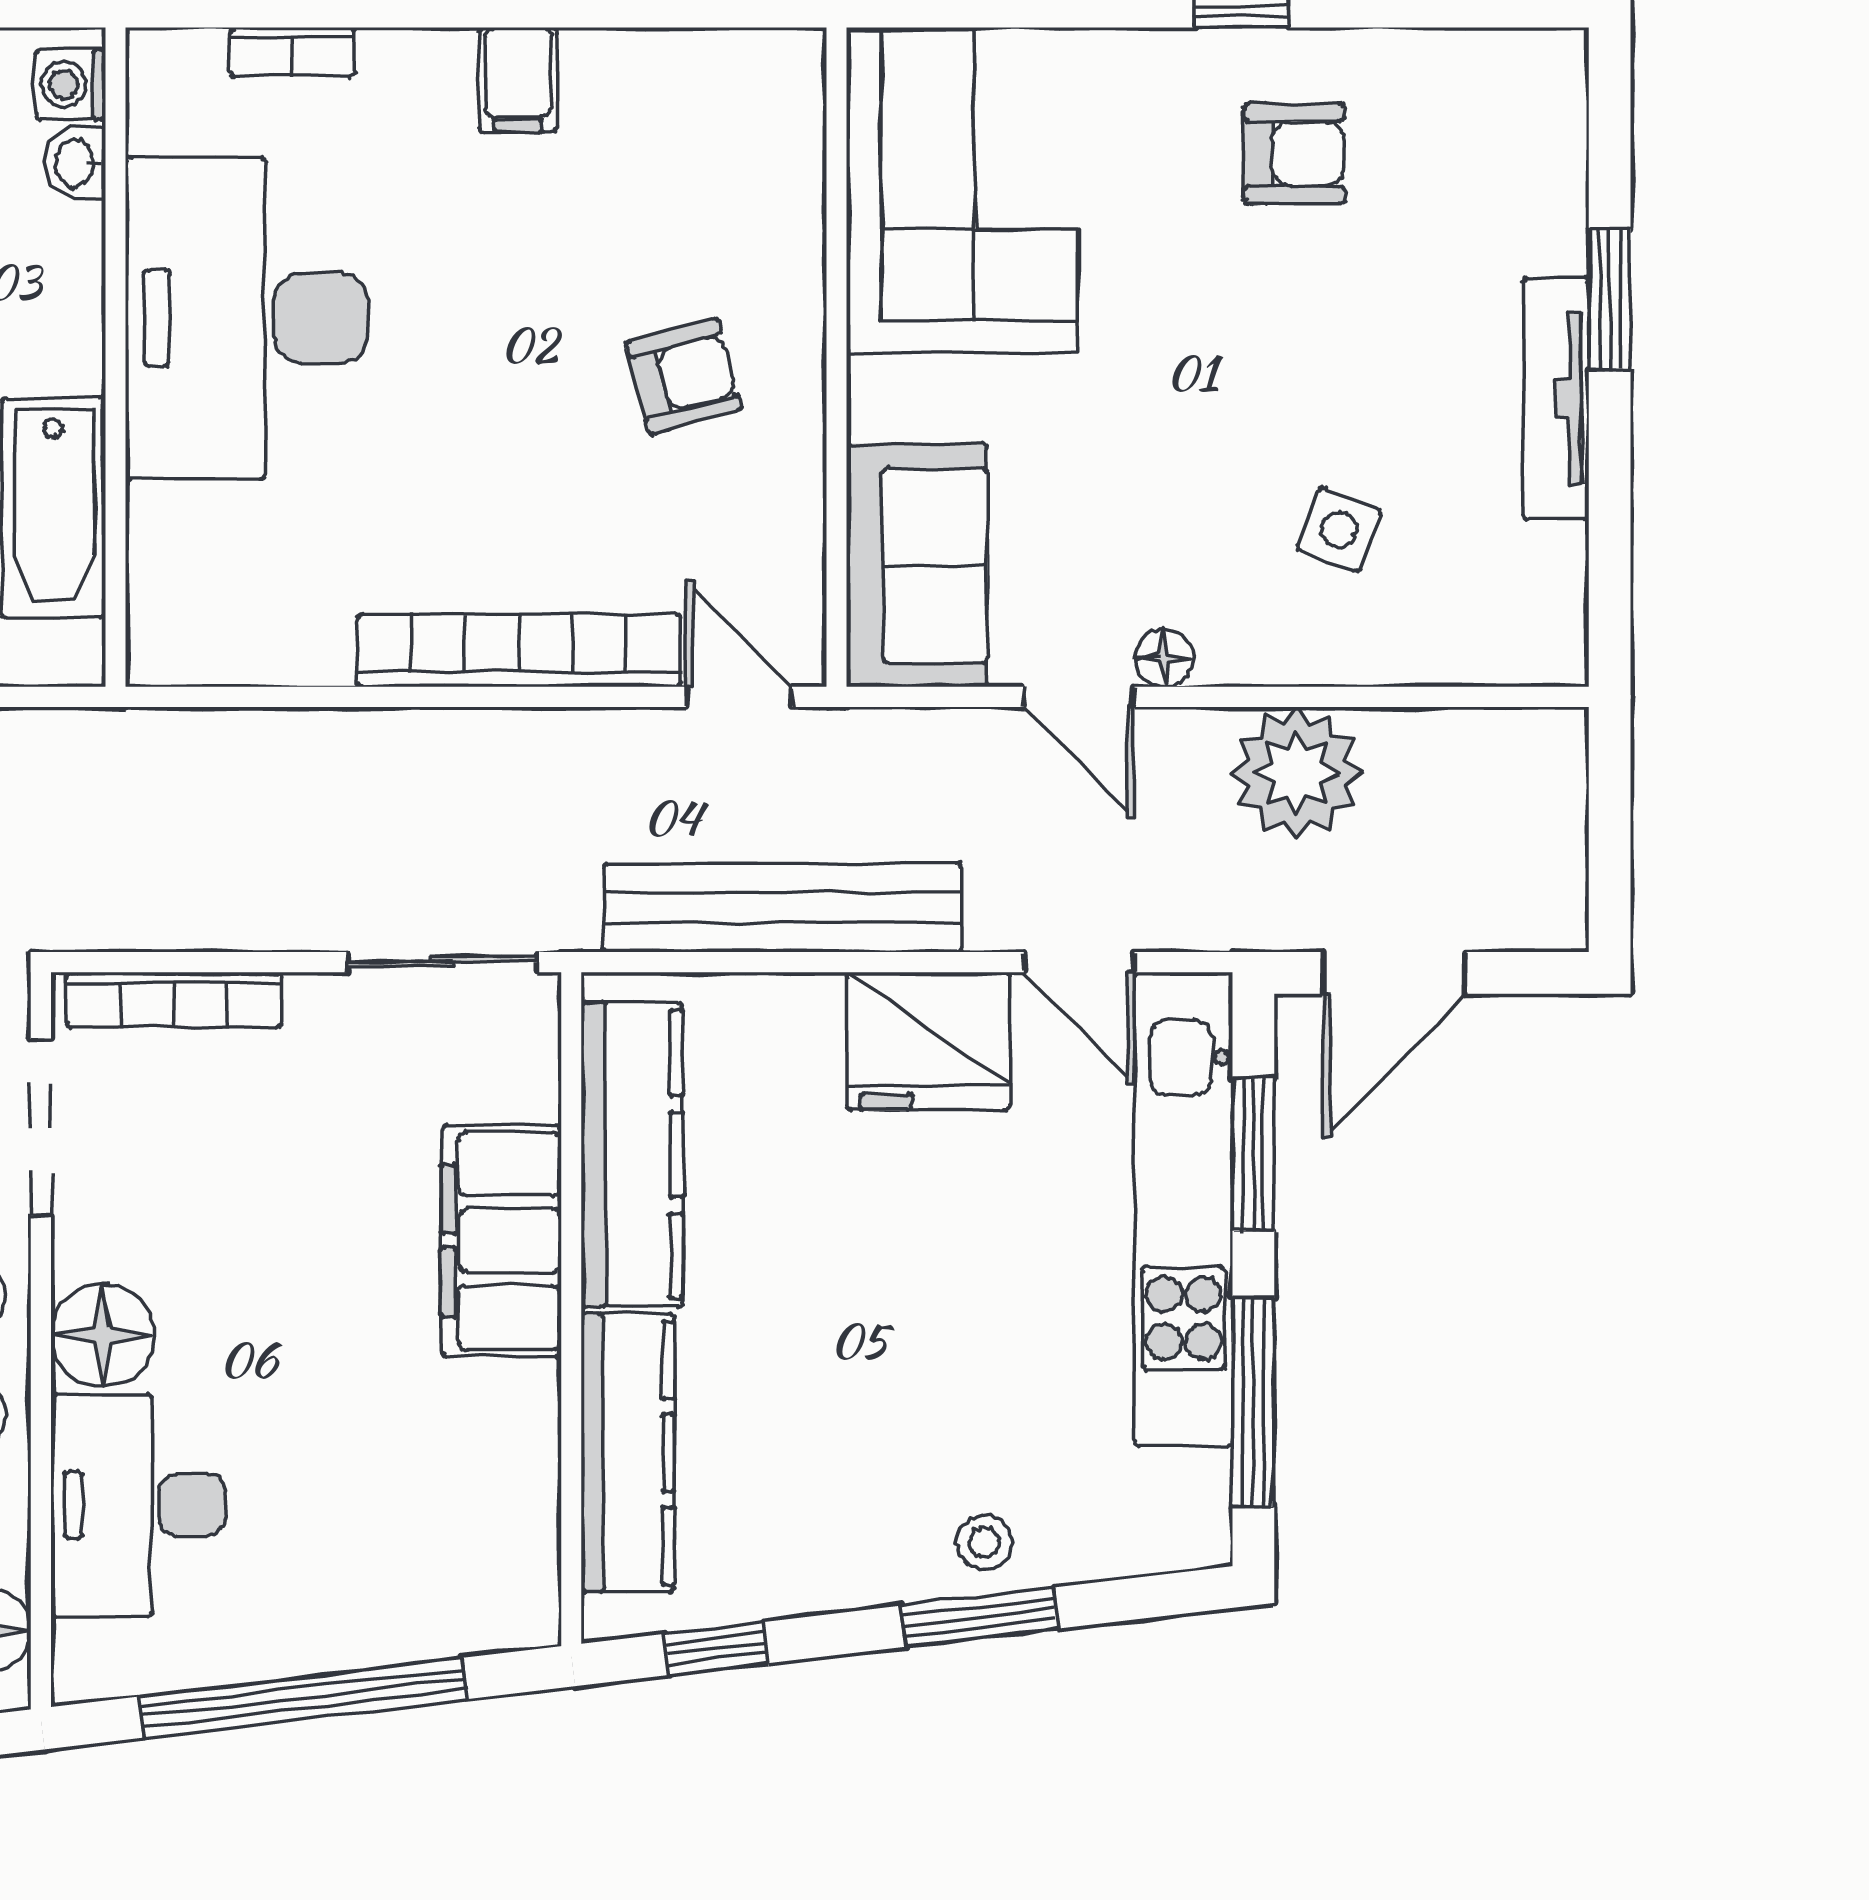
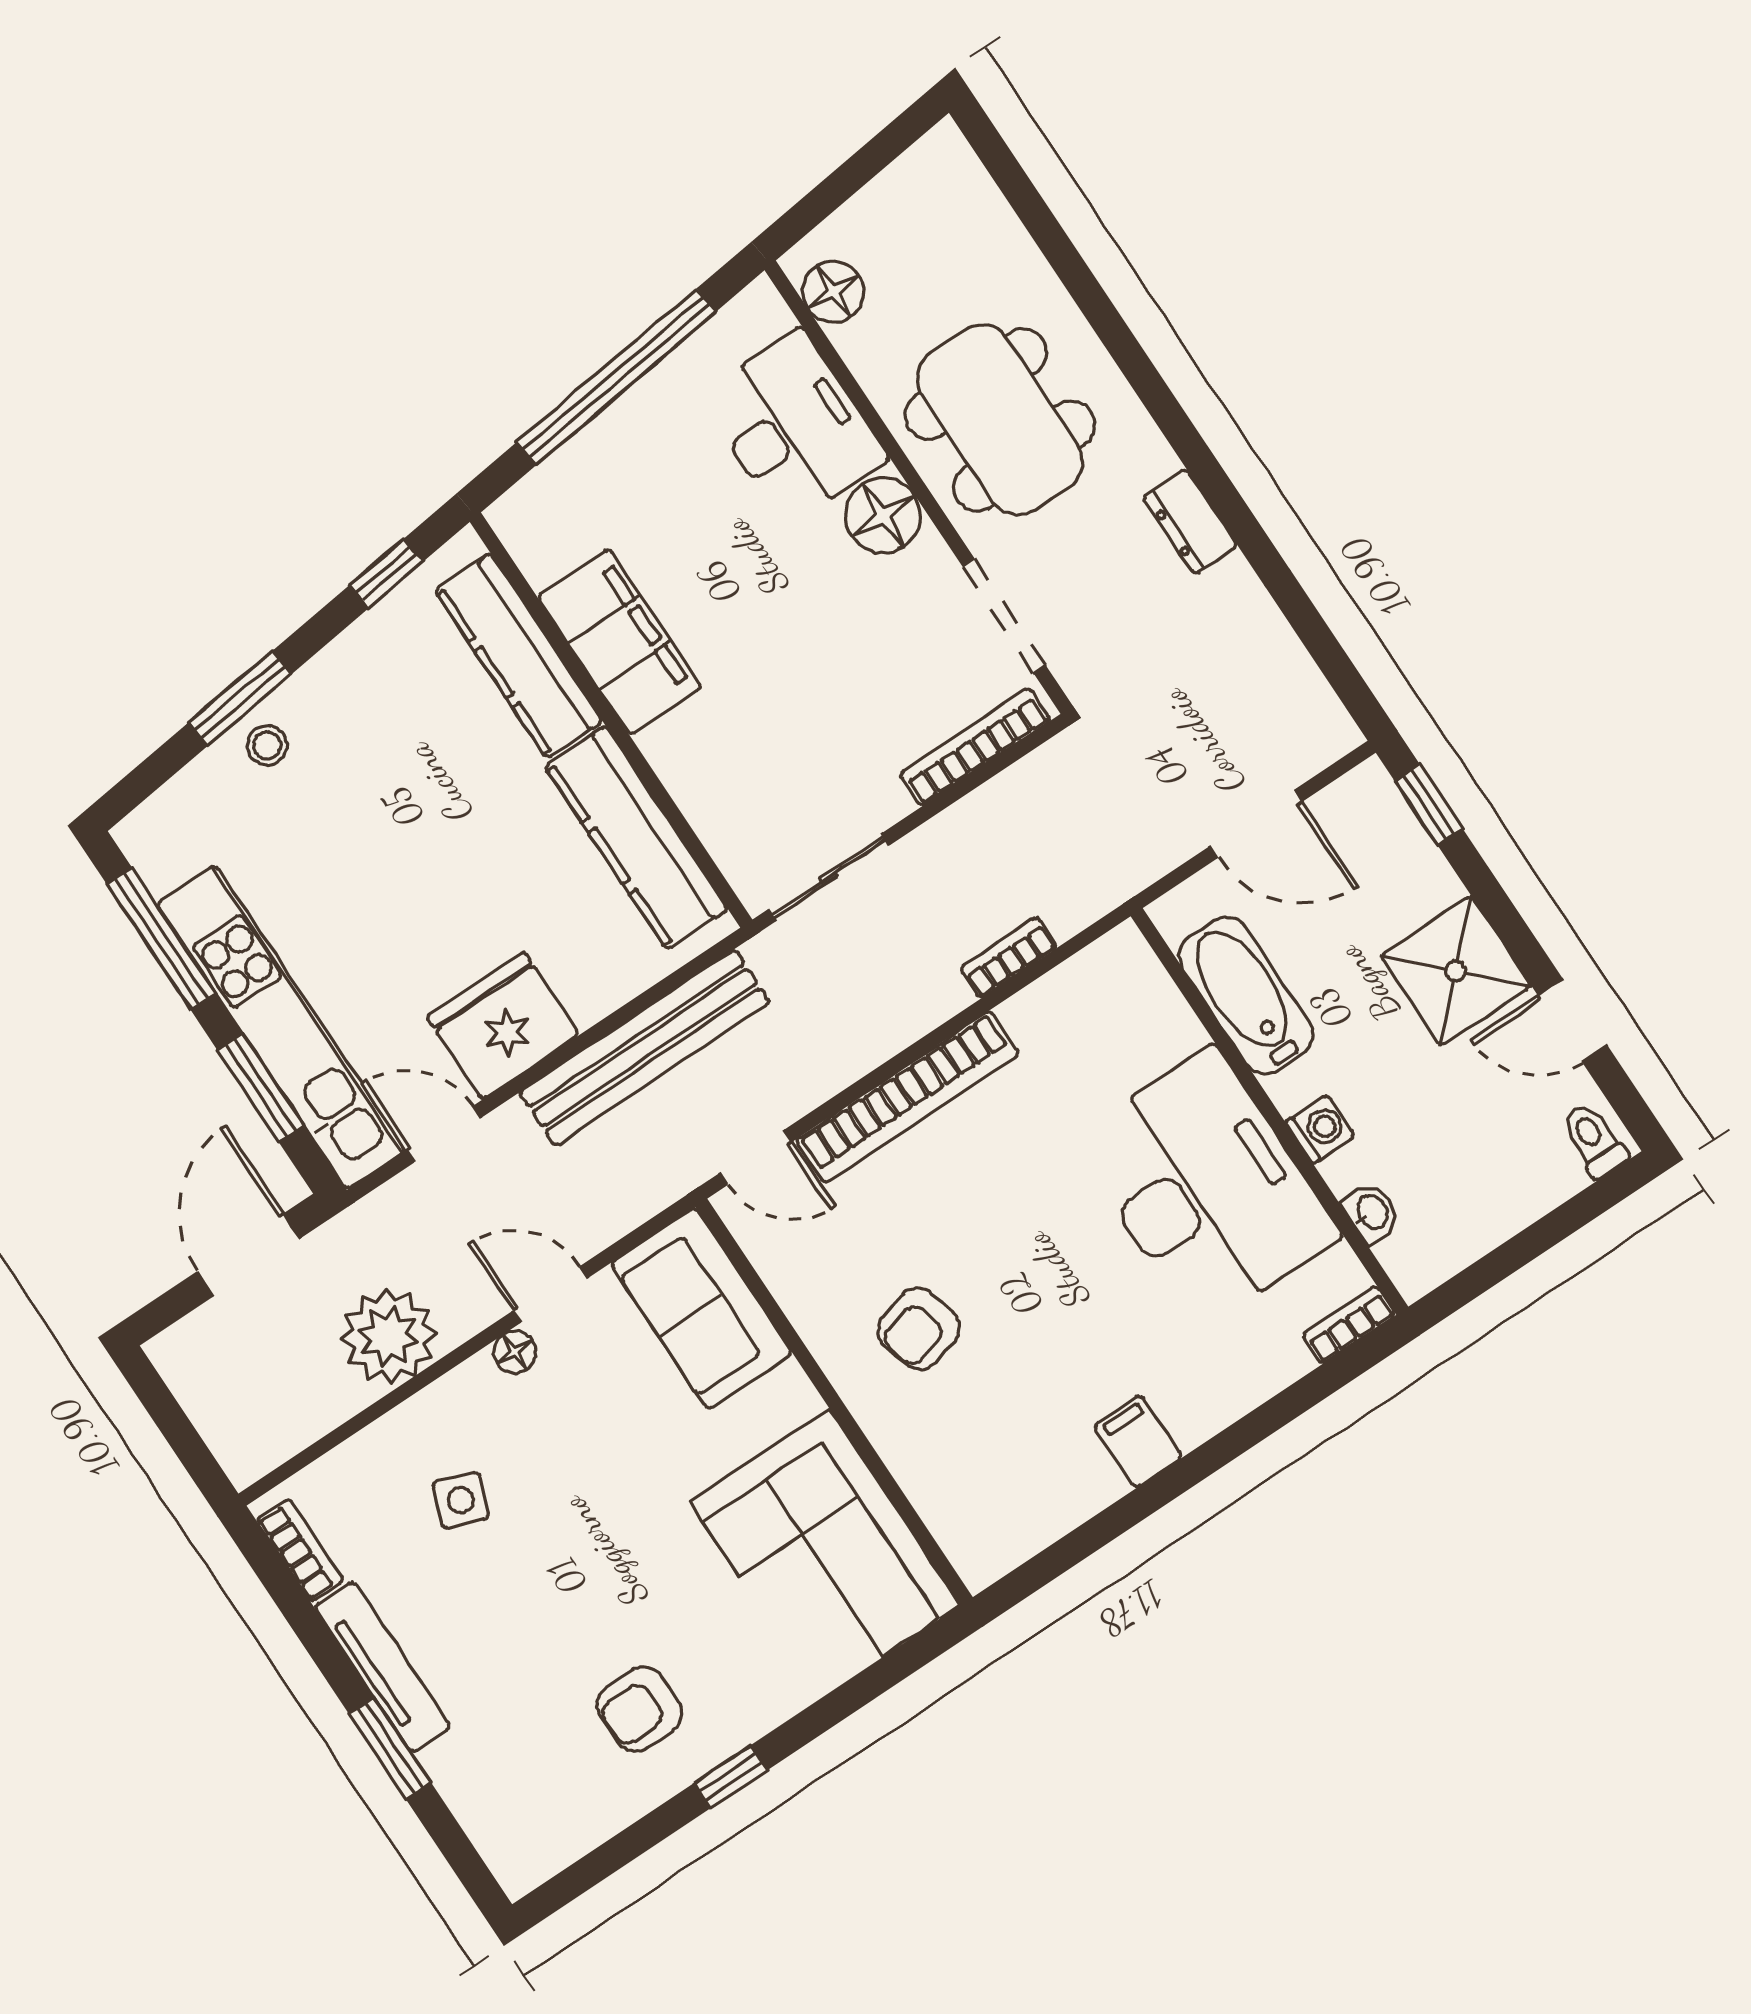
bookcase: (292, 52) -> (1349, 1325), moved
washing machine: (71, 85) -> (1320, 1129), moved
bookcase: (1562, 595) -> (300, 1550), added
bookcase: (297, 733) -> (1009, 958), added
filing cabinet: (501, 1241) -> (620, 642), moved

